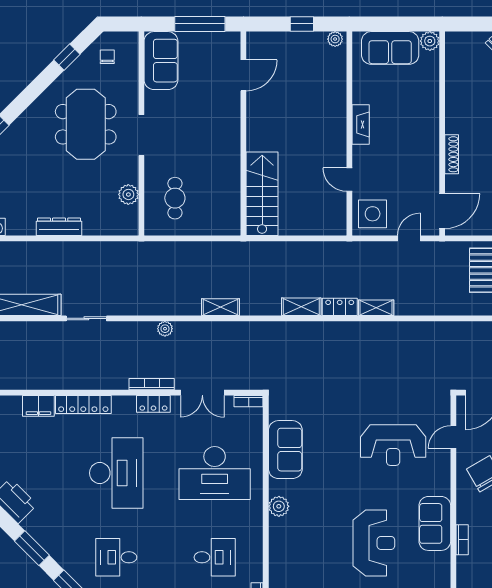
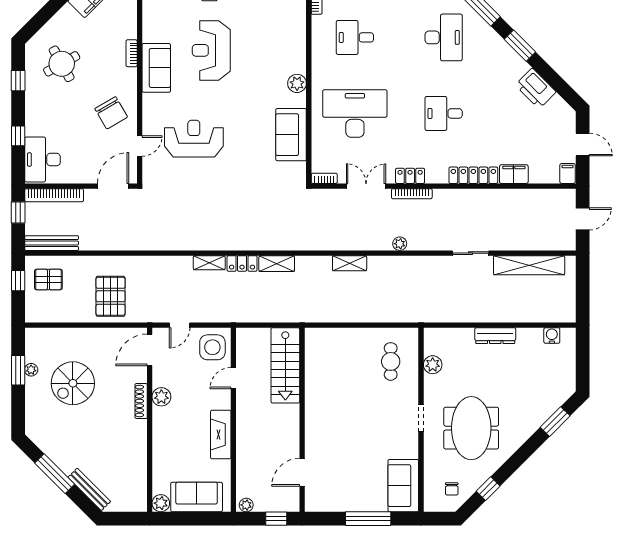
door: (243, 75) -> (302, 472), moved
fireplace: (361, 124) -> (221, 434), width x1.37, depth x1.32
wall: (243, 134) -> (302, 420), moved
doorway: (141, 135) -> (421, 418), width x0.73
plant: (429, 159) -> (161, 397), added
door: (349, 180) -> (233, 378), swing flipped
stairs: (262, 194) -> (285, 365), moved
desk: (116, 473) -> (444, 113), width x0.53, depth x0.77
desk: (116, 557) -> (444, 37), width x1.37

